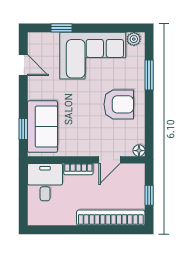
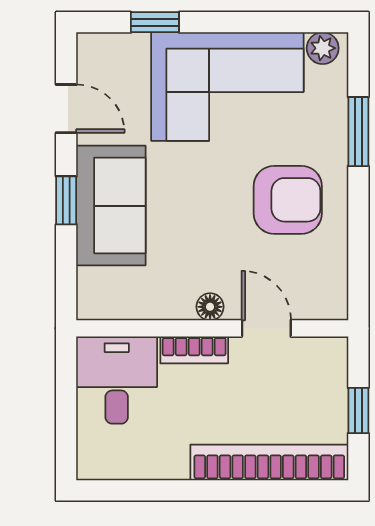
sofa: (43, 127) -> (111, 206), moved
window: (23, 129) -> (66, 200), moved
floor lamp: (139, 151) -> (210, 307), moved
door: (110, 160) -> (266, 328), swing flipped

